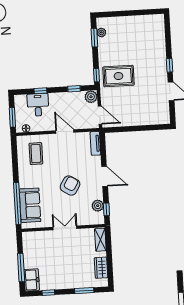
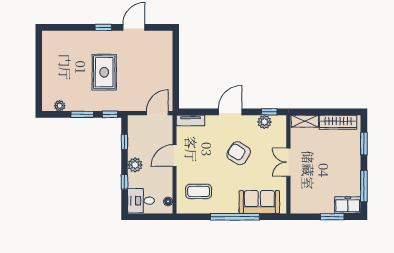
window: (94, 38) -> (82, 114), moved
rug: (118, 76) -> (104, 72), moved
plant: (91, 97) -> (135, 165), moved
desk: (38, 105) -> (141, 201), moved
window: (12, 117) -> (154, 217), removed
window: (17, 203) -> (235, 217), moved
window: (21, 267) -> (332, 217), width x0.69
wardrobe: (101, 268) -> (338, 122), width x1.50
window: (48, 293) -> (364, 186), width x2.17

